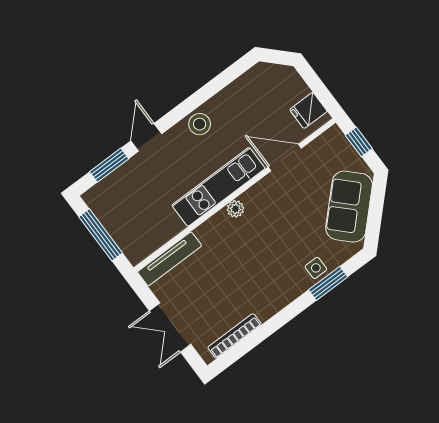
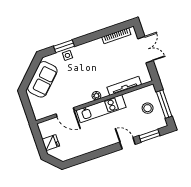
fridge: (308, 110) -> (51, 143), moved
stool: (200, 124) -> (148, 108), moved
door: (146, 137) -> (128, 143), swing flipped
window: (359, 142) -> (28, 108), removed
tv unit: (170, 259) -> (124, 86), moved

